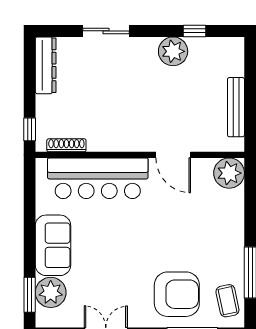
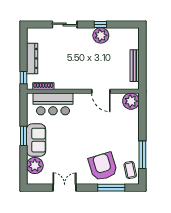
window: (194, 31) -> (100, 24), moved
dresser: (46, 65) -> (32, 58), moved
bar counter: (98, 178) -> (53, 104), width x0.73
armchair: (177, 294) -> (103, 166), turned -107
window: (30, 295) -> (23, 136), moved

